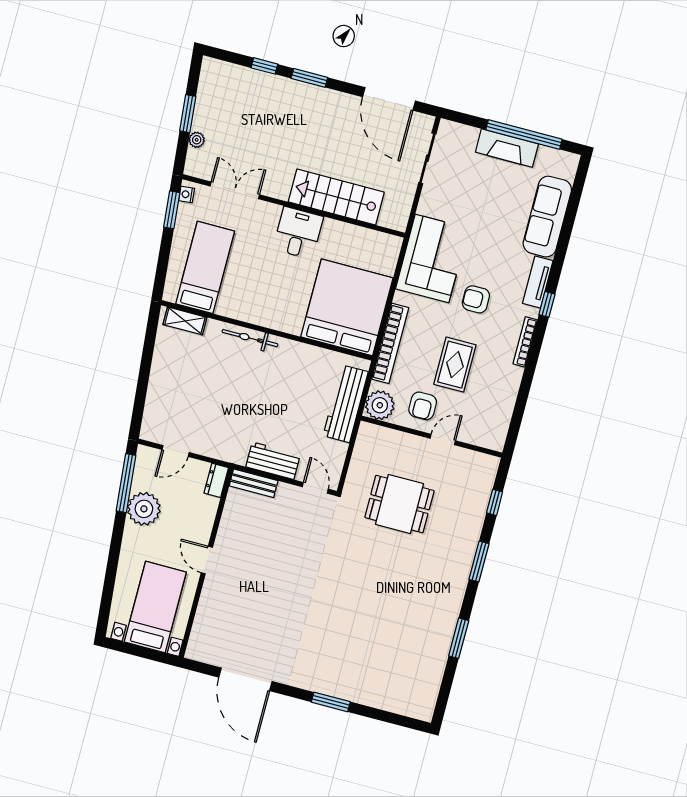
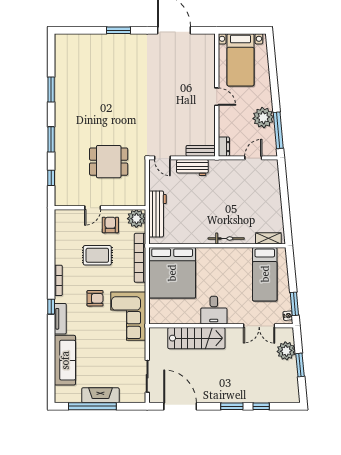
plant: (197, 140) -> (286, 351), width x1.88, depth x1.88
rug: (455, 365) -> (97, 255), turned 90

